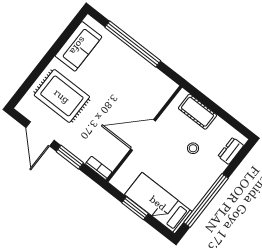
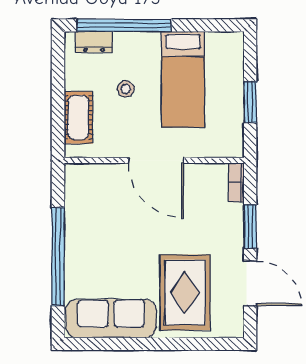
sofa: (78, 46) -> (111, 319), width x1.36
door: (40, 134) -> (250, 283), hinge flipped
window: (206, 200) -> (124, 25), moved
bed: (158, 203) -> (183, 79), moved

